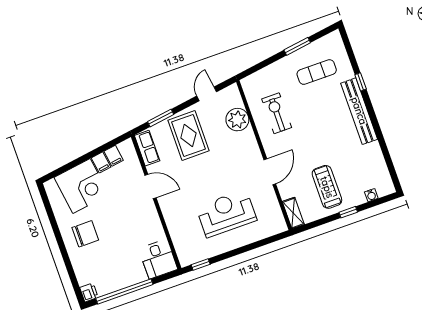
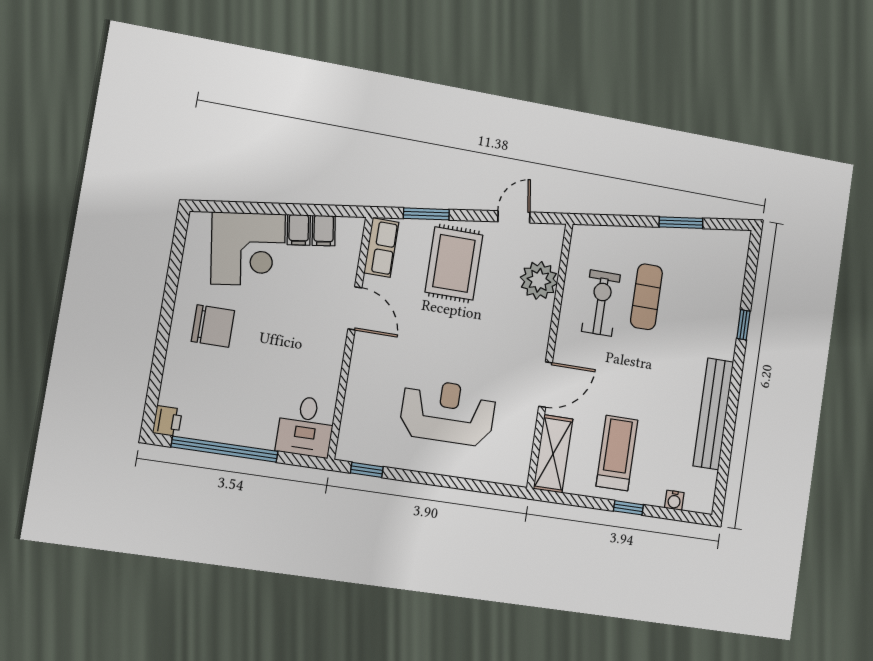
exercise mat: (317, 72) -> (646, 297), moved, turned 90
bench: (359, 111) -> (713, 414), moved
shelving: (293, 213) -> (553, 454), width x1.50, depth x1.33

